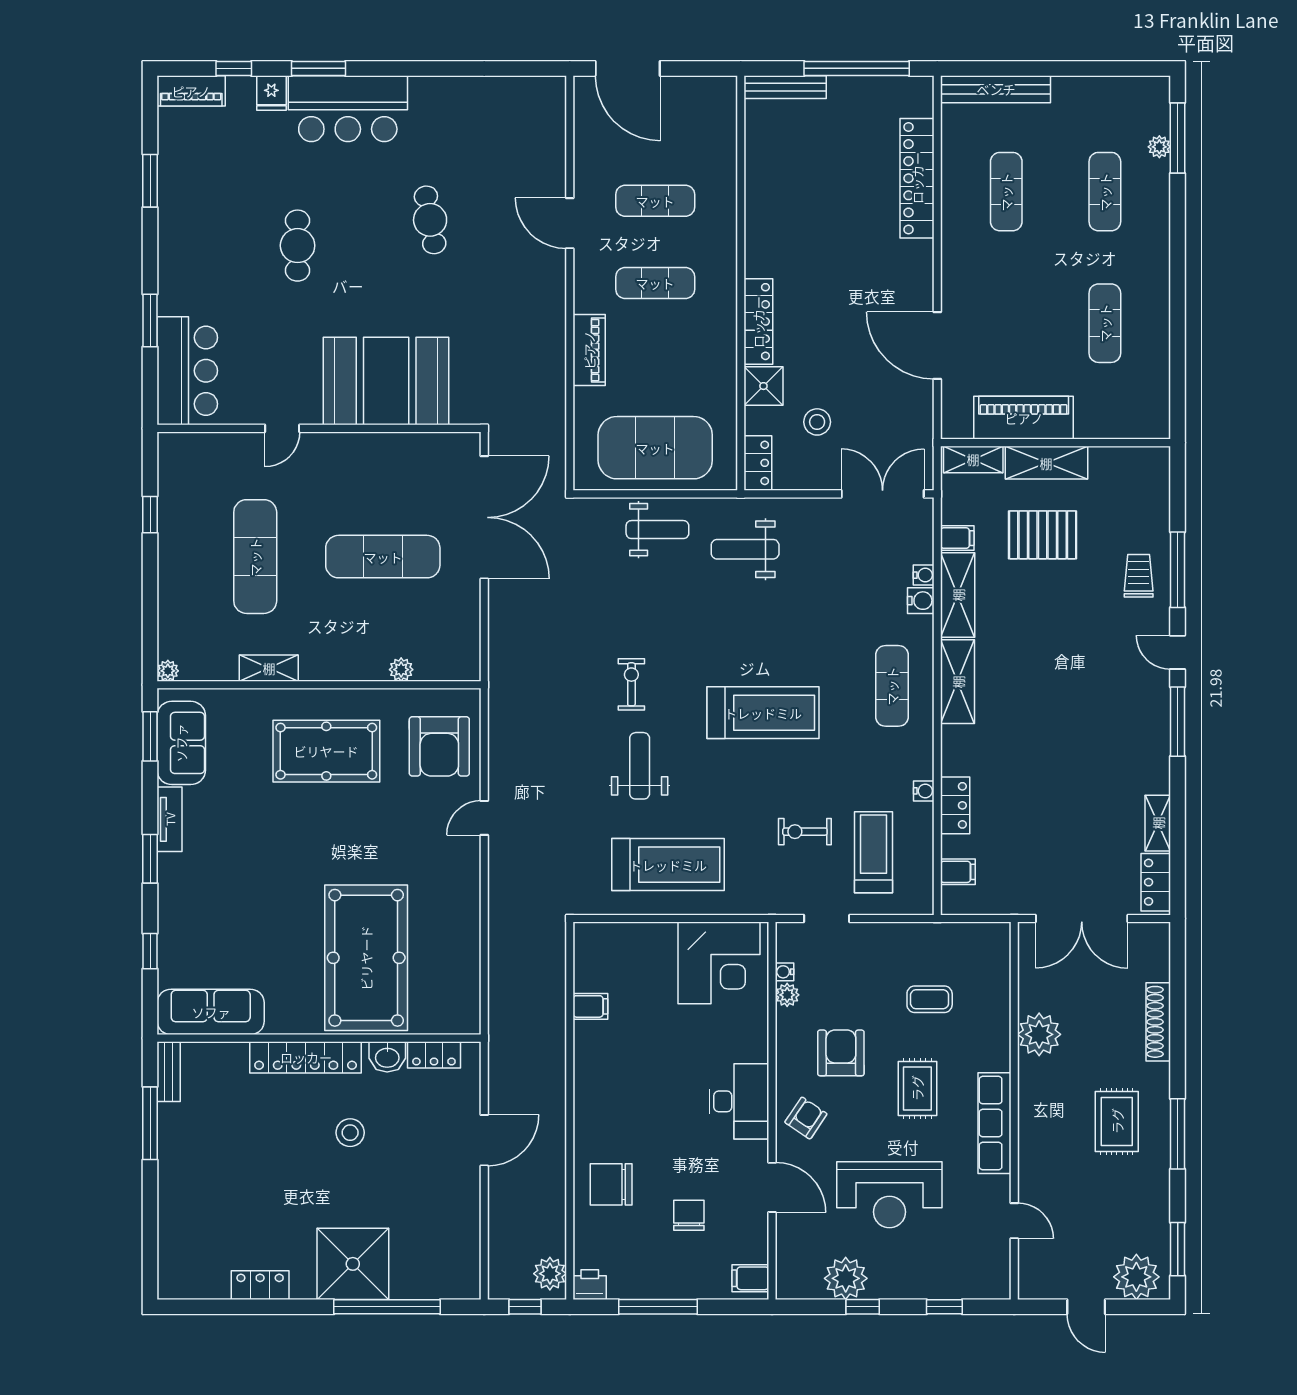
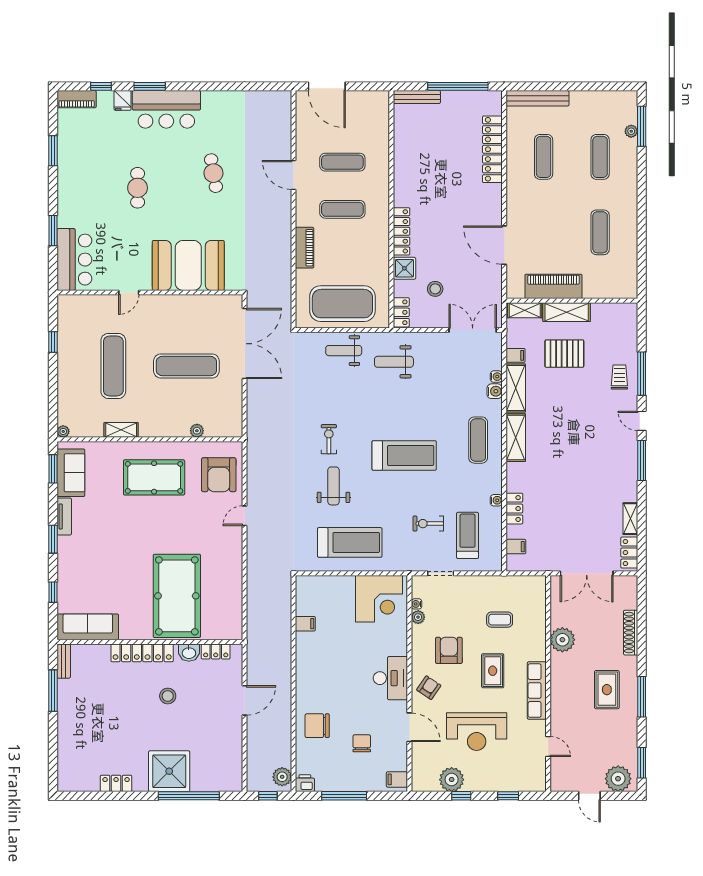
weight bench: (657, 530) -> (344, 351), turned 180

